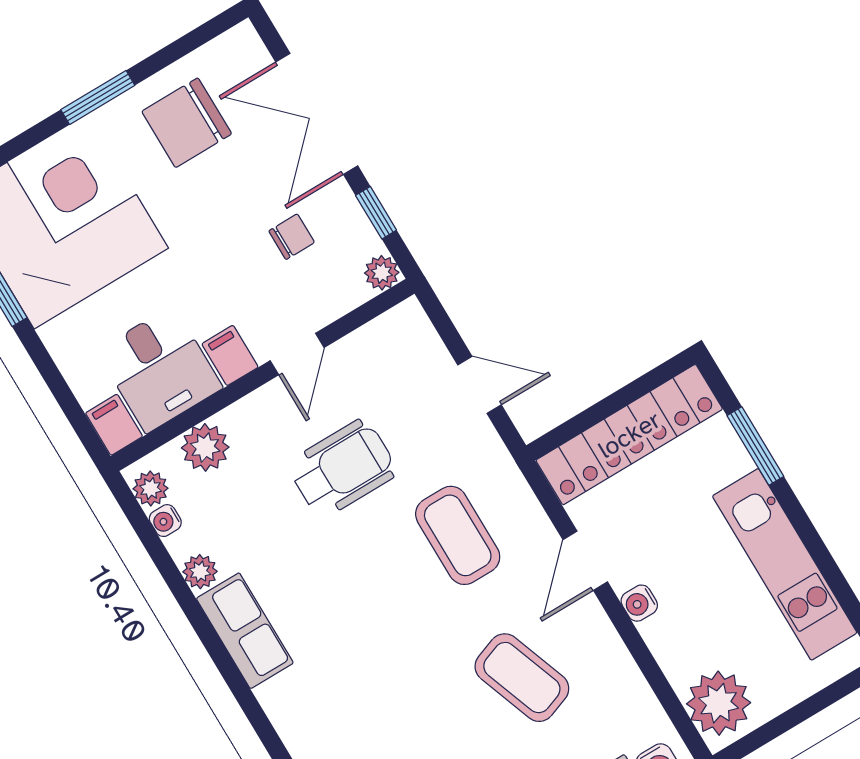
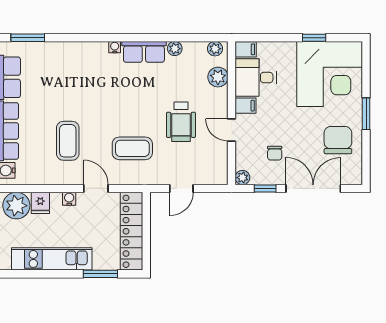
water cooler: (165, 521) -> (115, 47), moved
fridge: (684, 657) -> (40, 203), added
coffee table: (522, 678) -> (68, 141), turned -70

